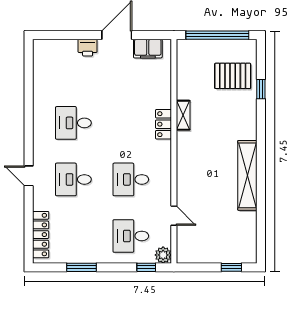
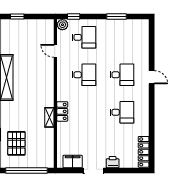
pallet: (233, 76) -> (16, 143), turned 90
locker: (41, 235) -> (144, 152), moved

